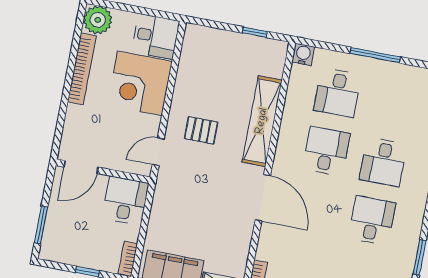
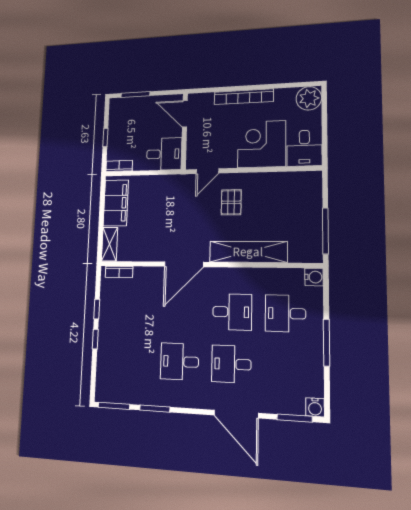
window: (255, 32) -> (325, 231), width x2.17
bookcase: (82, 69) -> (244, 97), moved
door: (158, 152) -> (207, 171), swing flipped
desk: (372, 220) -> (180, 362), turned 180

